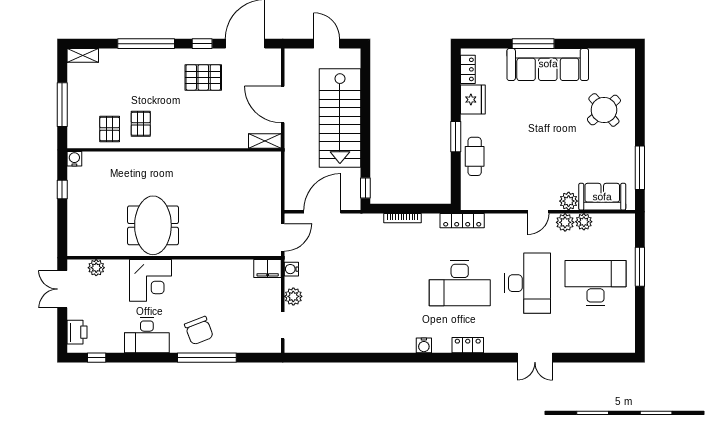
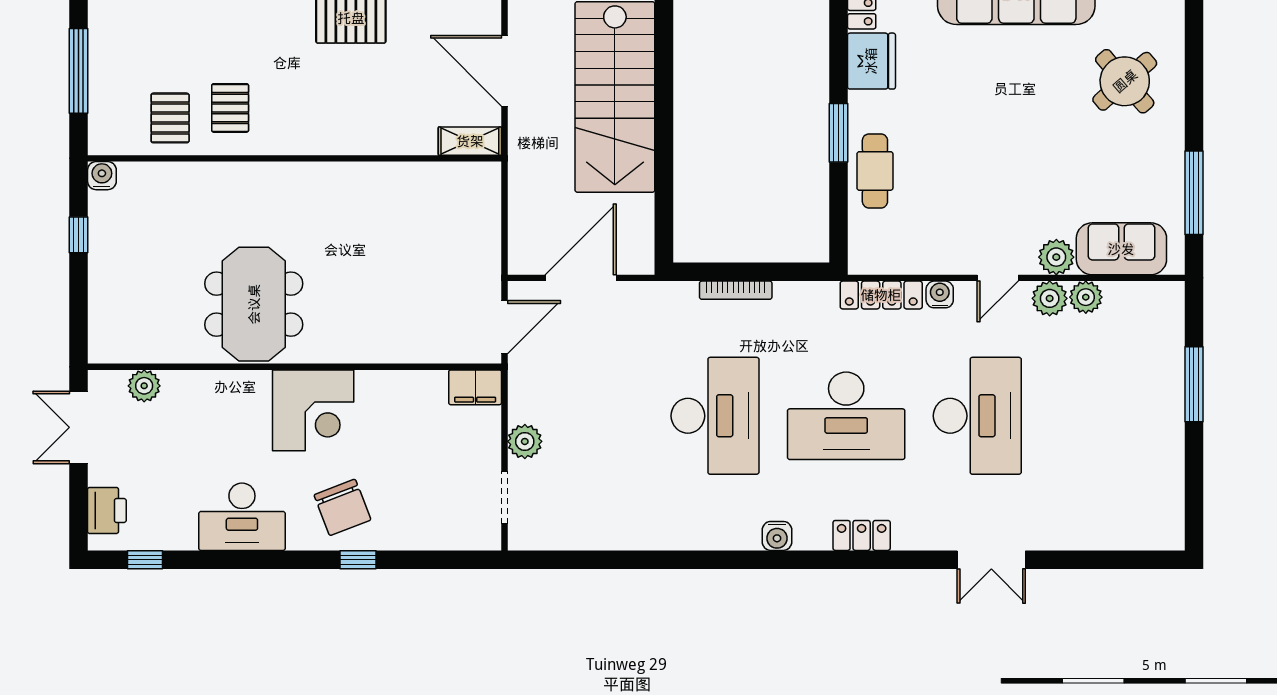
window: (365, 188) -> (664, 232), removed
locker: (462, 221) -> (881, 295), moved
water cooler: (291, 269) -> (940, 294), moved, turned 90
corner desk: (150, 280) -> (313, 410), moved
desk: (596, 283) -> (715, 416), moved, turned 90
window: (207, 358) -> (358, 560), width x0.32

